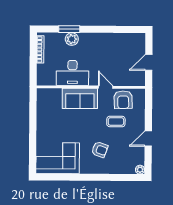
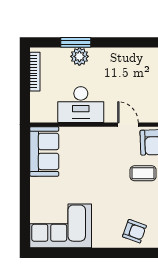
sofa: (80, 98) -> (44, 151), moved, turned -90
armchair: (100, 150) -> (134, 231), moved

